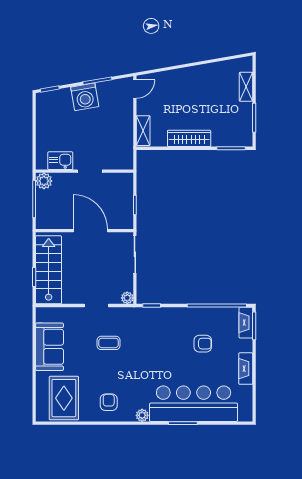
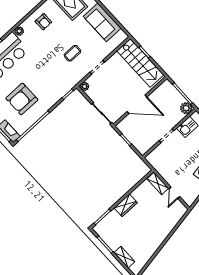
door: (135, 89) -> (174, 193), moved
wardrobe: (189, 138) -> (126, 205), width x0.67
armchair: (203, 344) -> (22, 99), width x1.88, depth x1.88

